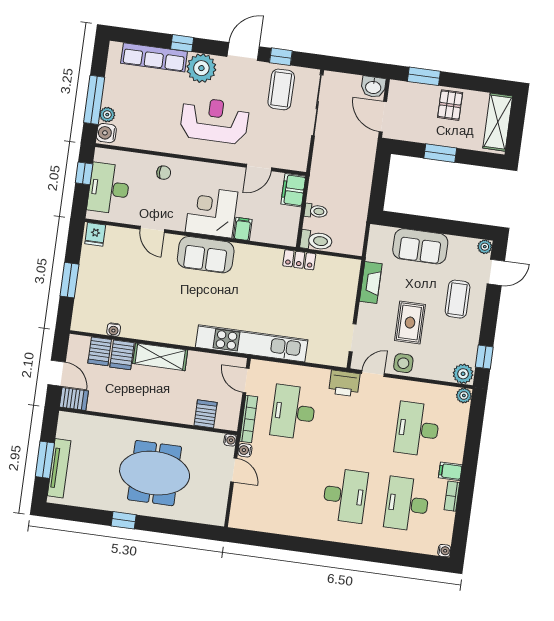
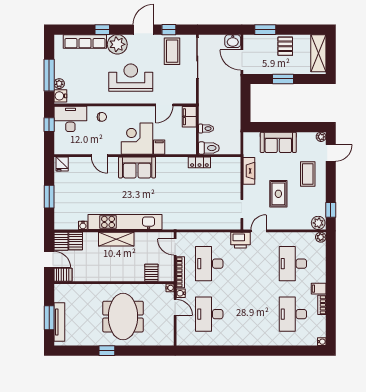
desk: (109, 188) -> (70, 119), moved, turned 90
kitchen unit: (252, 343) -> (125, 222), moved
server rack: (122, 355) -> (61, 241), moved
side table: (403, 363) -> (278, 221), removed
meeting table: (155, 473) -> (123, 317), turned 90
desk: (345, 495) -> (209, 314), moved, turned 180

